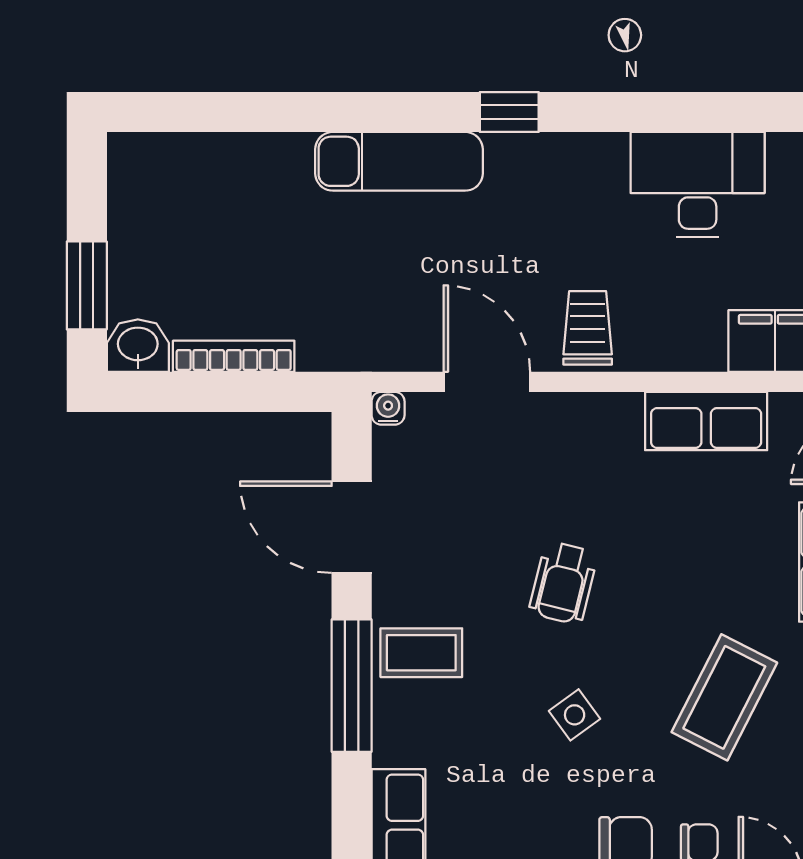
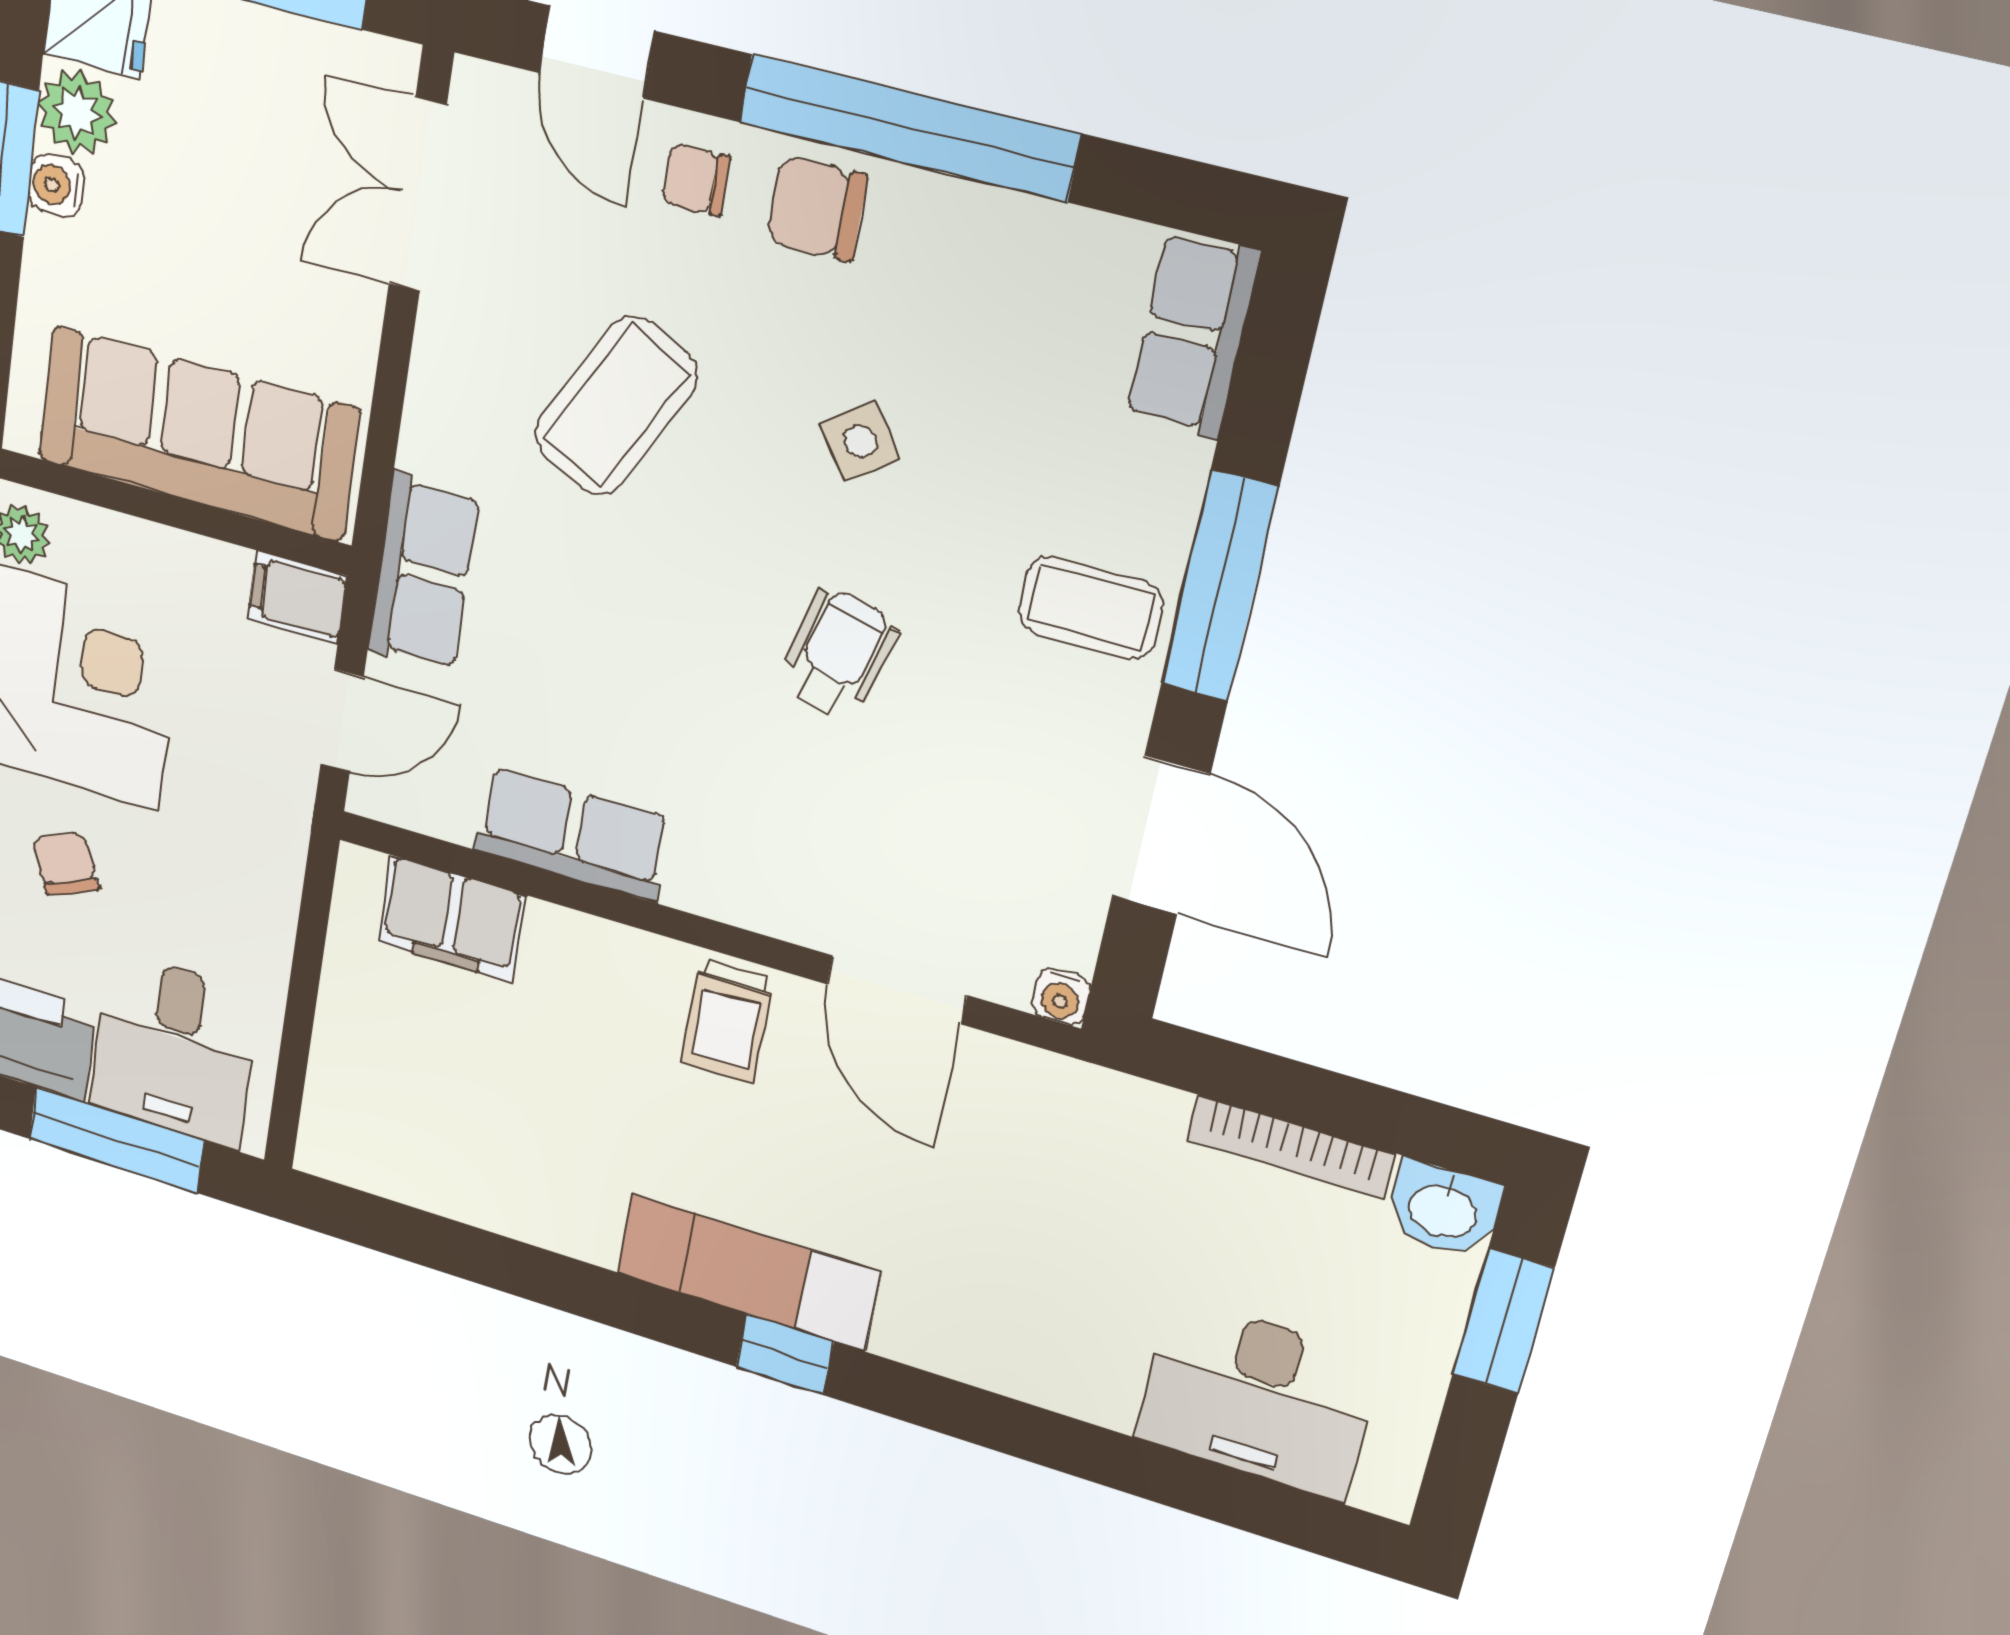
exam couch: (399, 161) -> (749, 1272), moved
desk: (698, 185) -> (1257, 1399), moved

